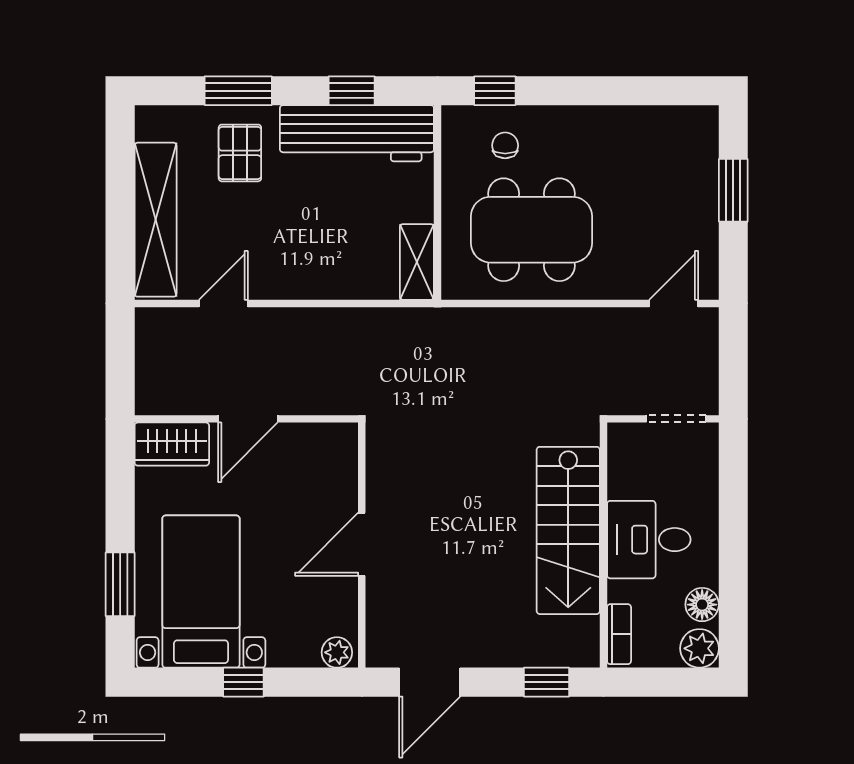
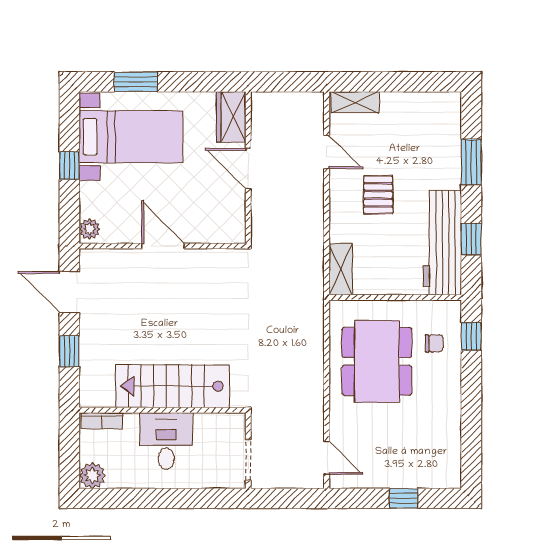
pallet: (240, 153) -> (378, 195), moved, turned 90
window: (733, 190) -> (404, 498), width x0.67
shelving: (156, 220) -> (355, 102), width x0.45, depth x0.75
shelving: (417, 262) -> (341, 269), moved, turned 90
floor lamp: (702, 605) -> (122, 477), removed
window: (546, 682) -> (69, 351), moved

